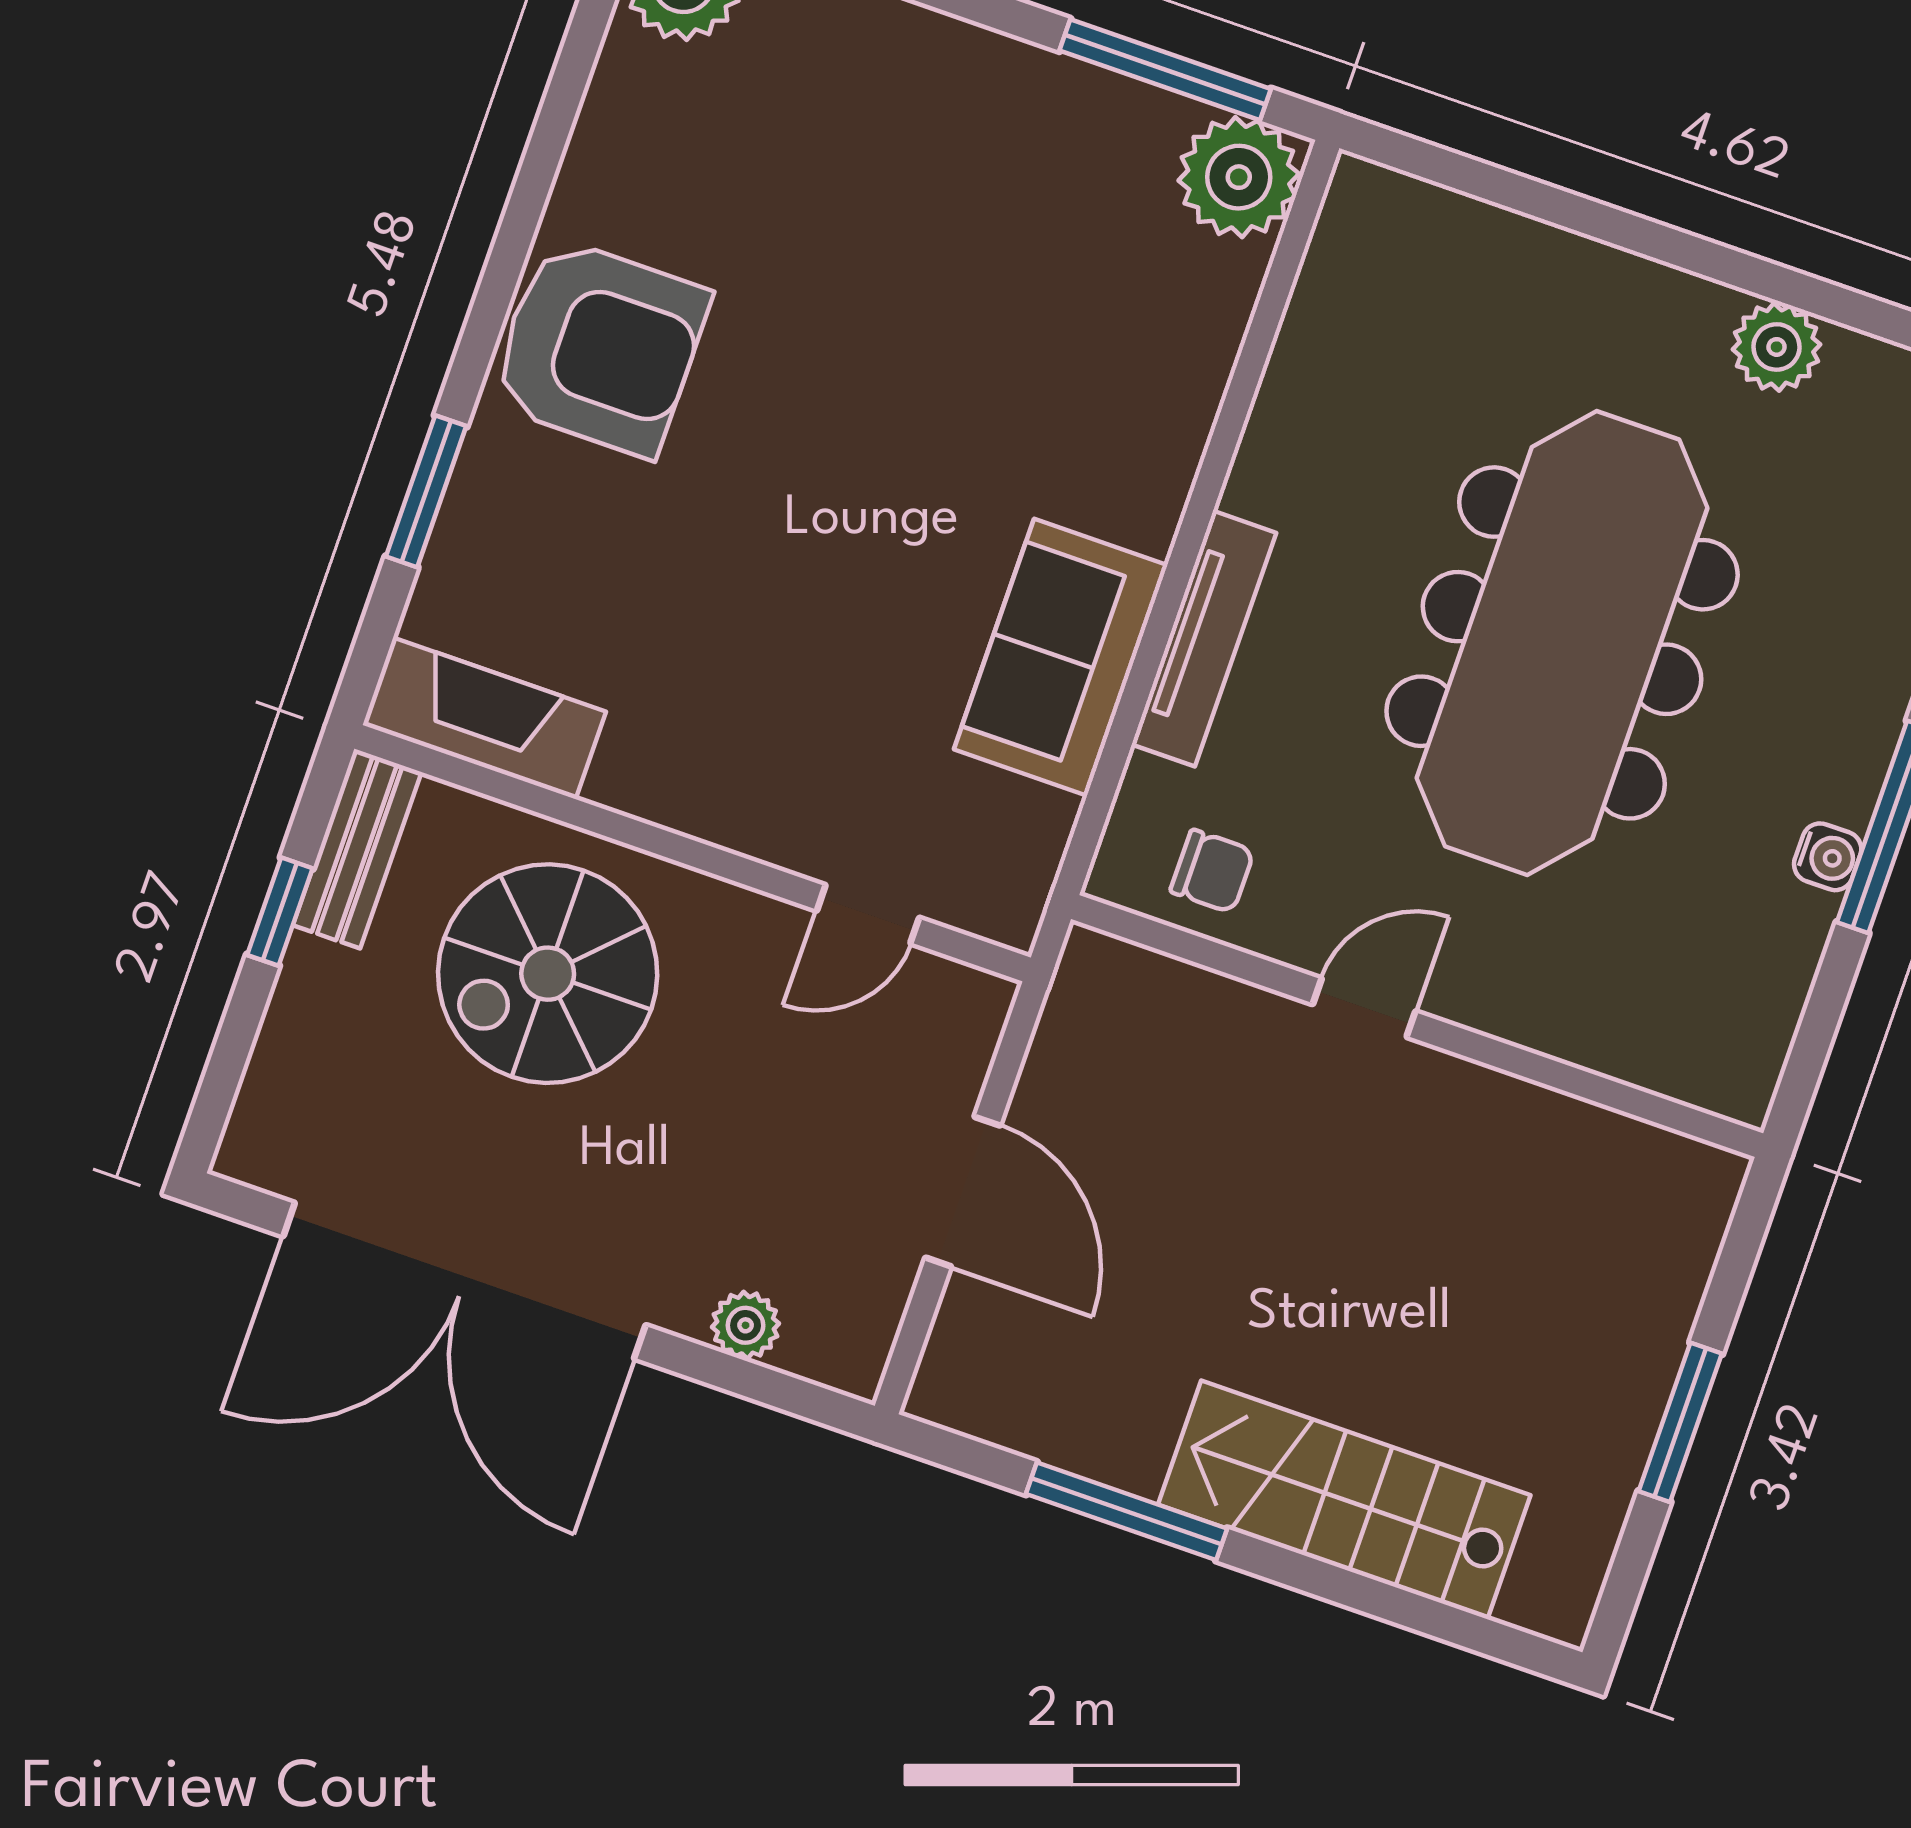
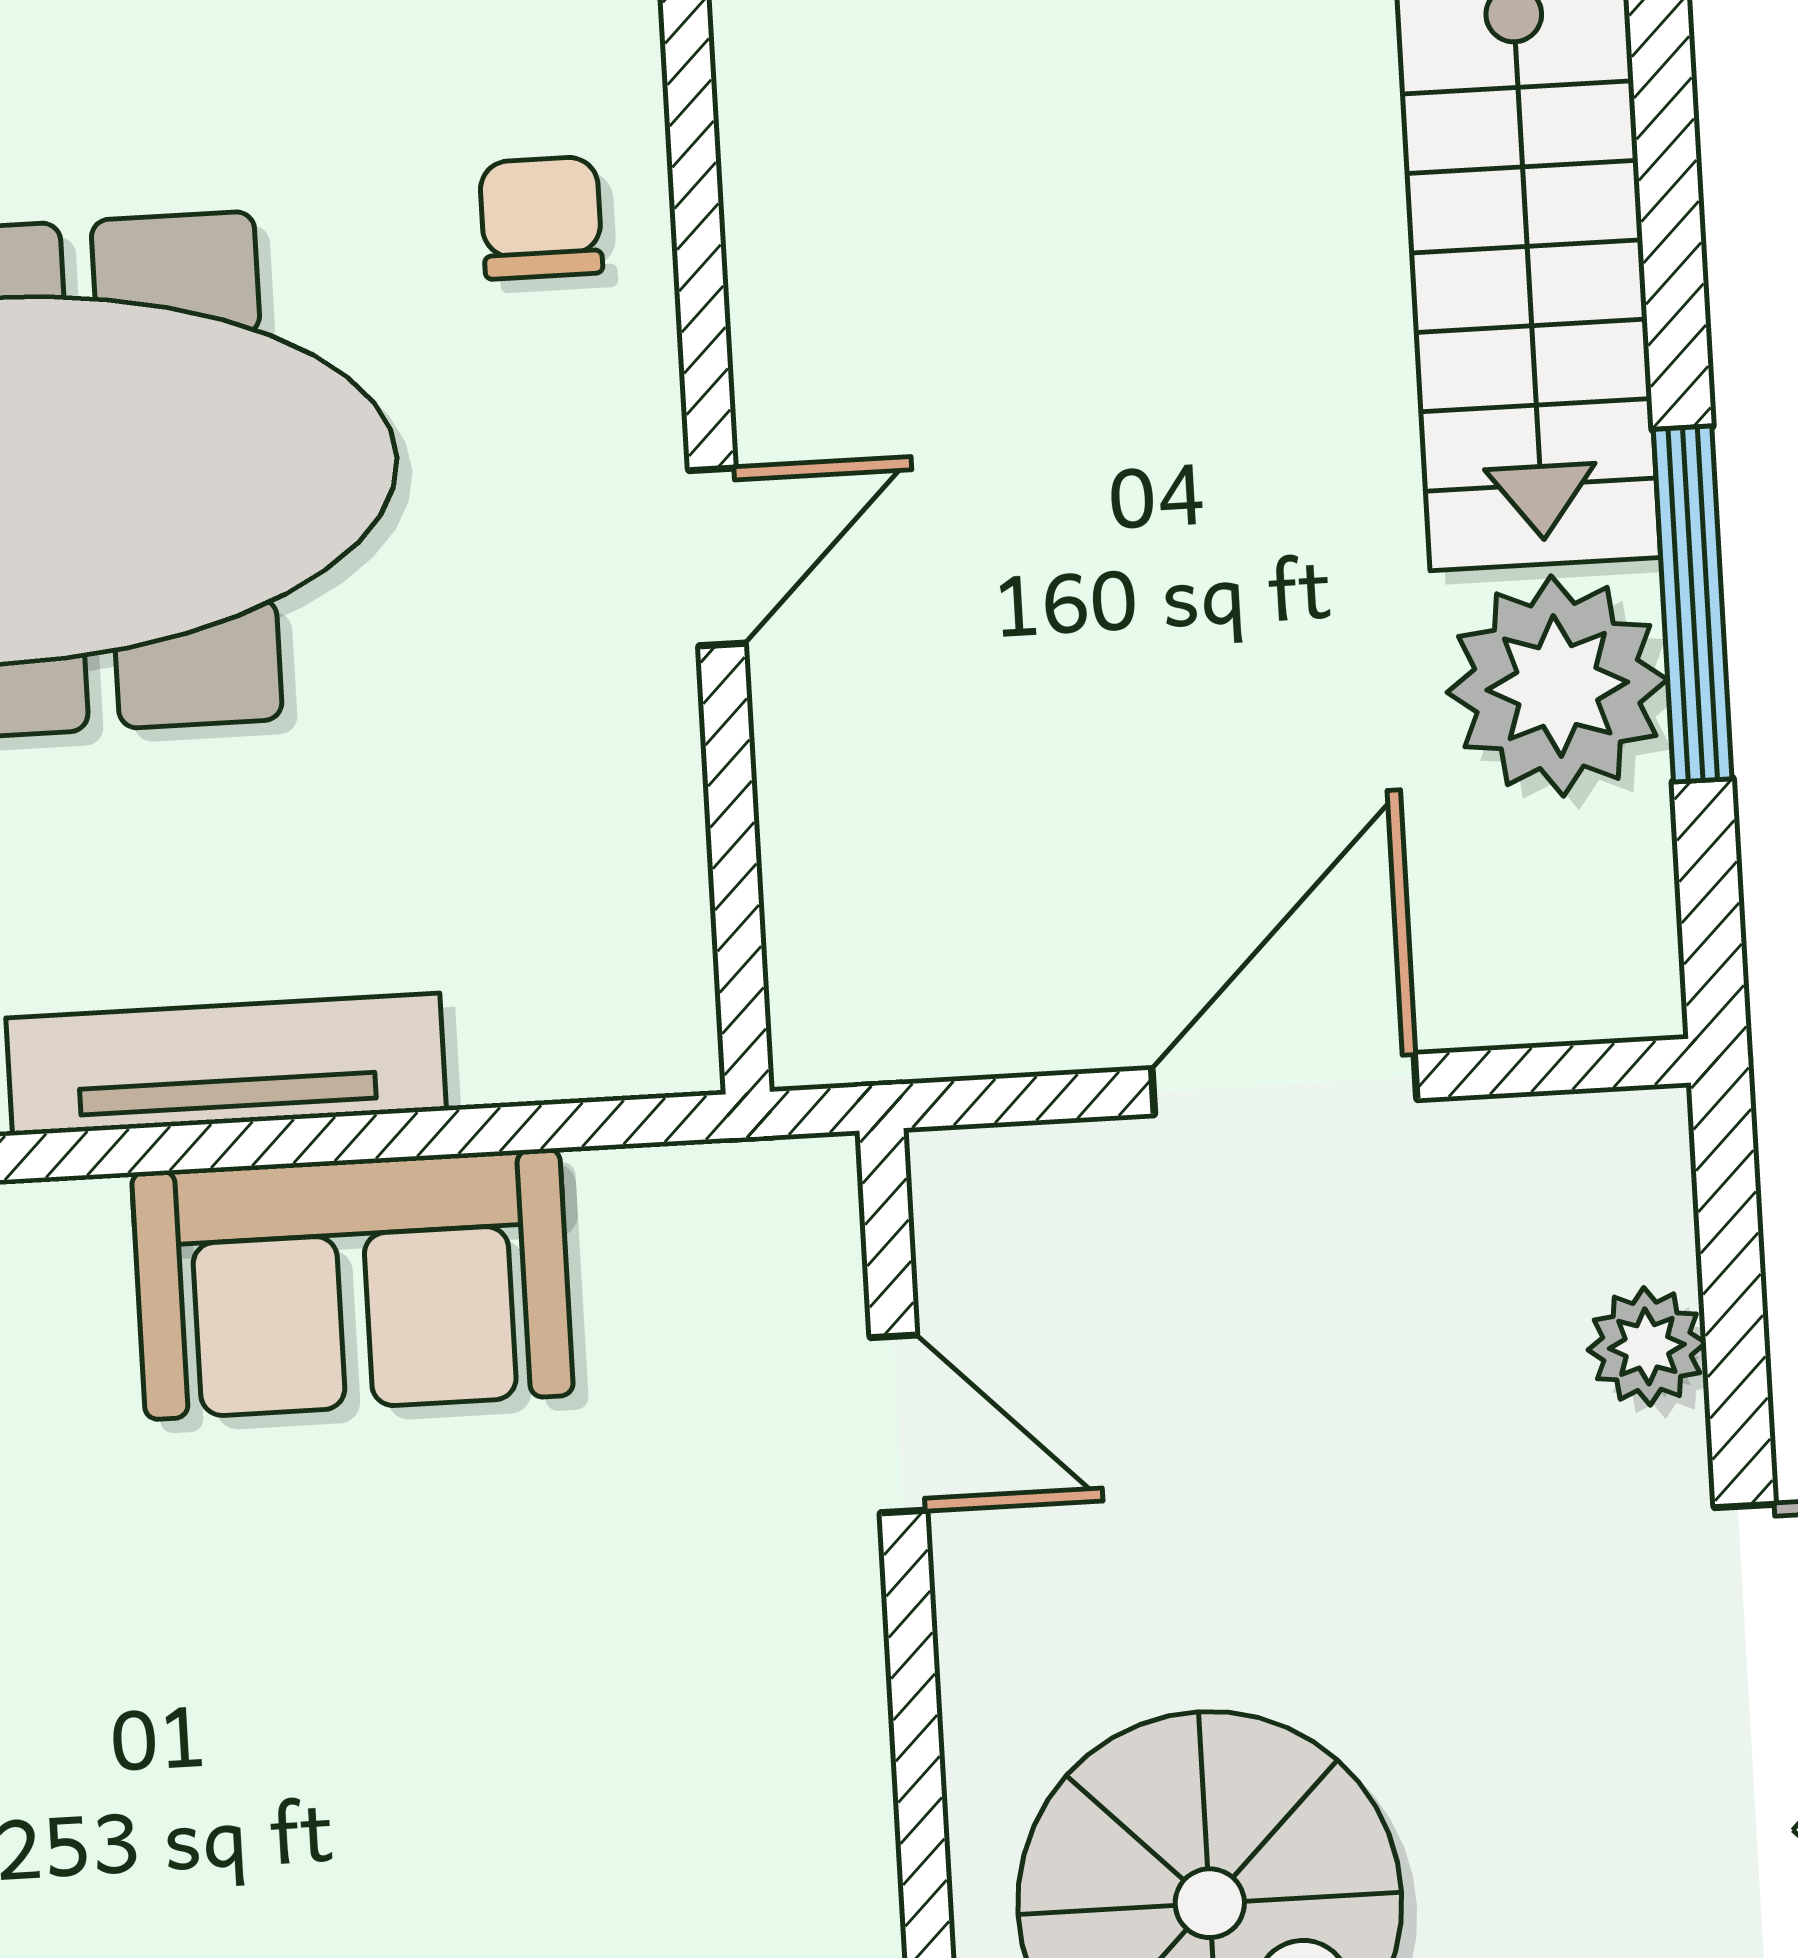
chair: (1212, 871) -> (541, 218), moved
door: (1364, 1008) -> (717, 557), swing flipped
plant: (1113, 1422) -> (1557, 686), added

